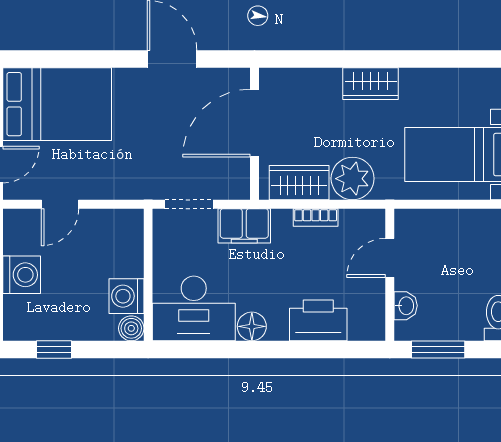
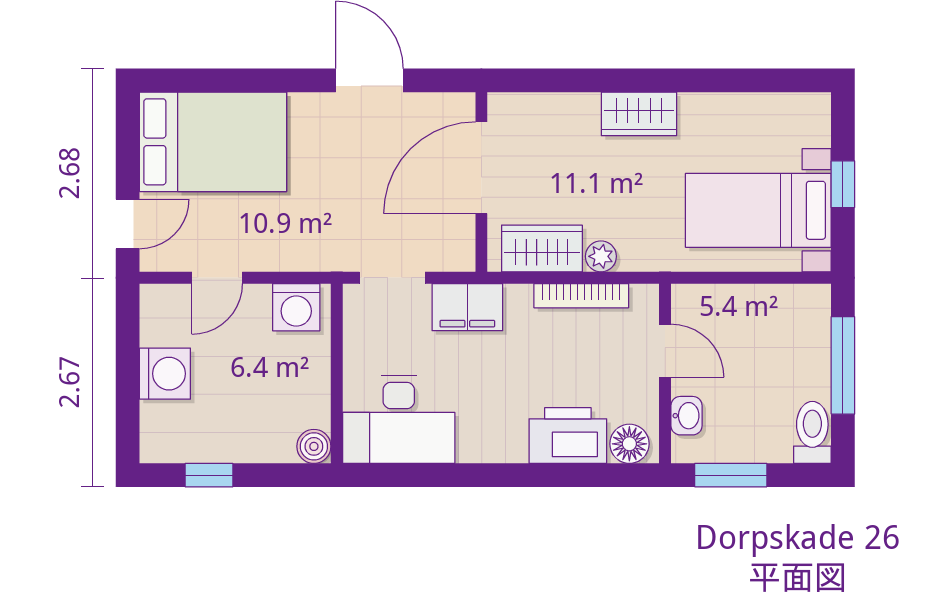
plant: (353, 179) -> (601, 256), width x0.53, depth x0.53
bookcase: (316, 217) -> (581, 296), width x1.56
door: (390, 258) -> (665, 351), swing flipped
washing machine: (126, 296) -> (296, 307), moved, turned -90
floor lamp: (252, 326) -> (629, 444), moved

